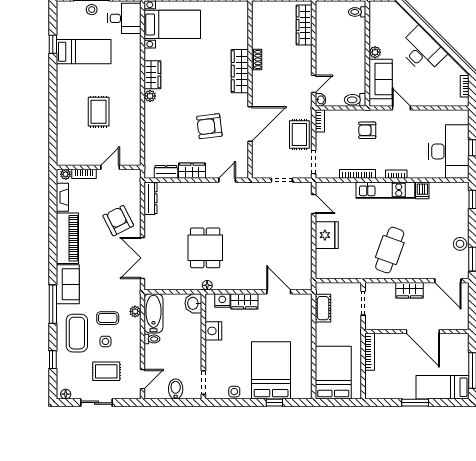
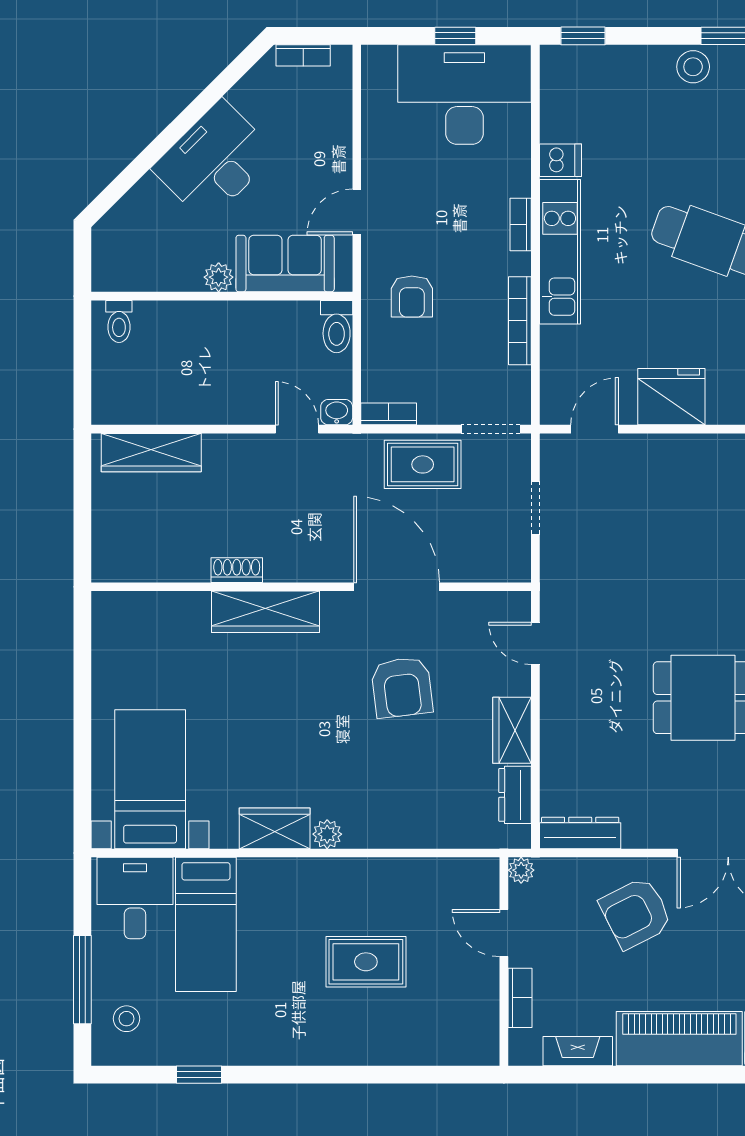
stool: (92, 10) -> (127, 1019), moved
bed: (84, 52) -> (206, 924), moved, turned 180
plant: (66, 174) -> (521, 870), moved

